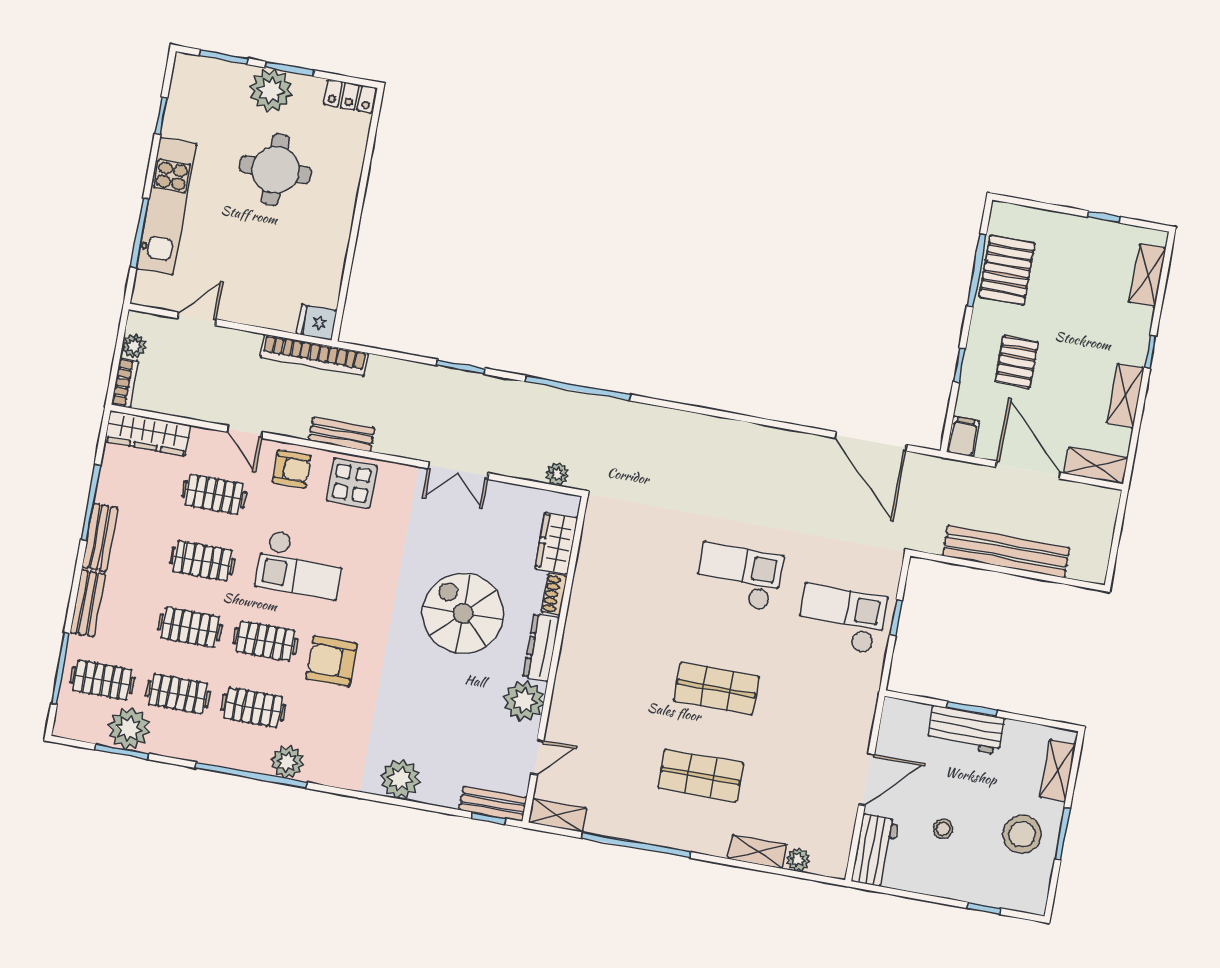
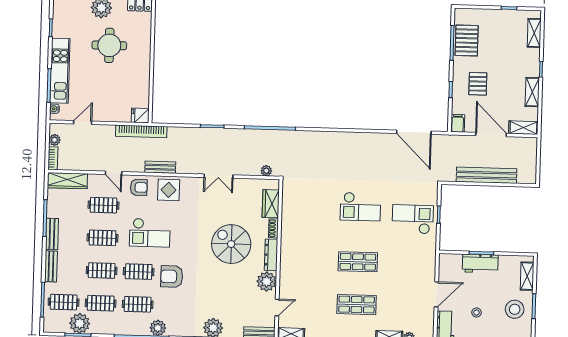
water cooler: (143, 282) -> (54, 109), added
checkout: (739, 577) -> (360, 207), turned 180

